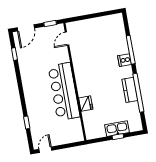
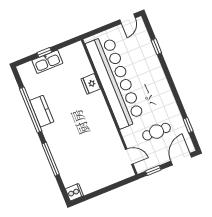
door: (67, 39) -> (129, 157), hinge flipped
cafe table: (41, 54) -> (157, 132), added
cooker: (125, 60) -> (74, 192), moved
bar counter: (64, 92) -> (115, 81), width x1.36

